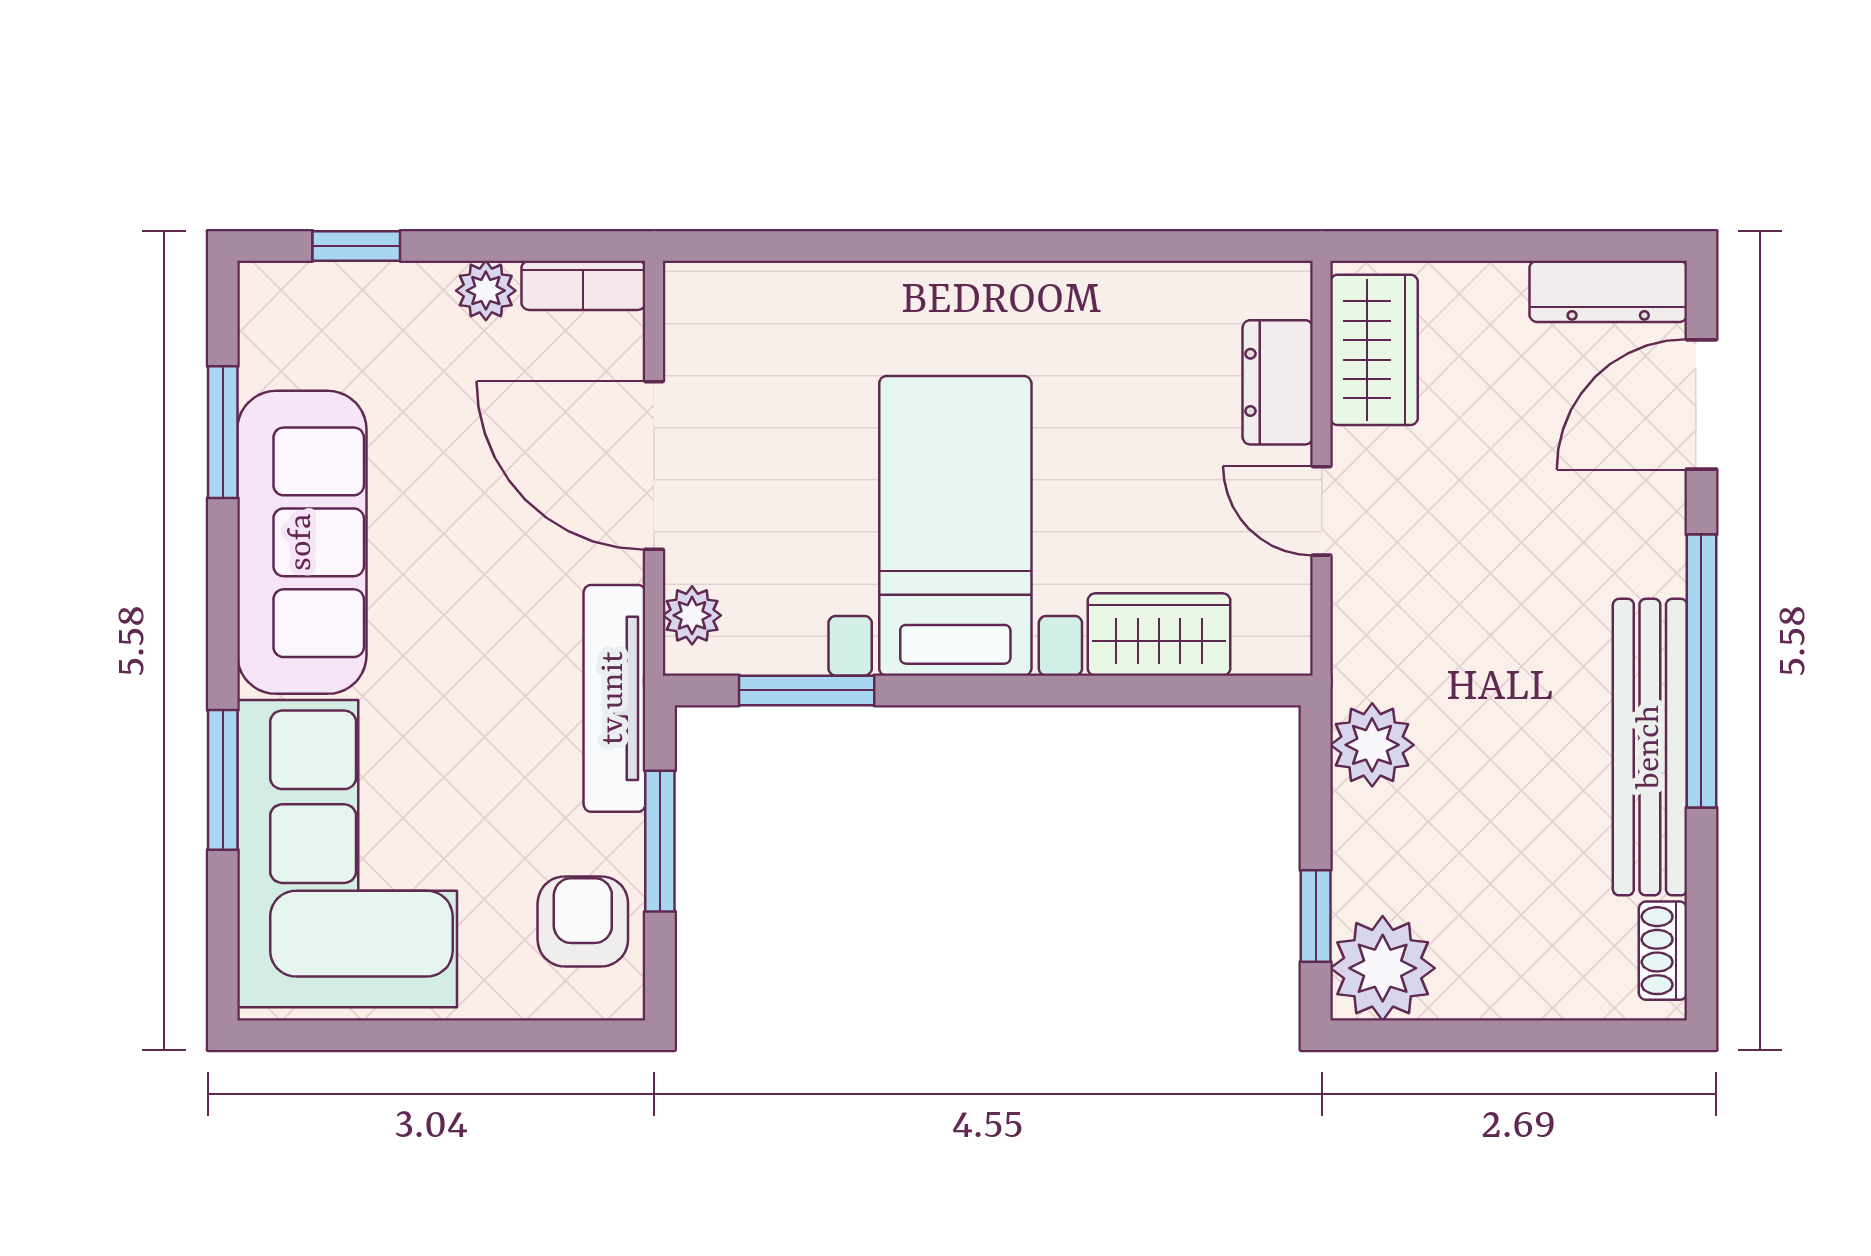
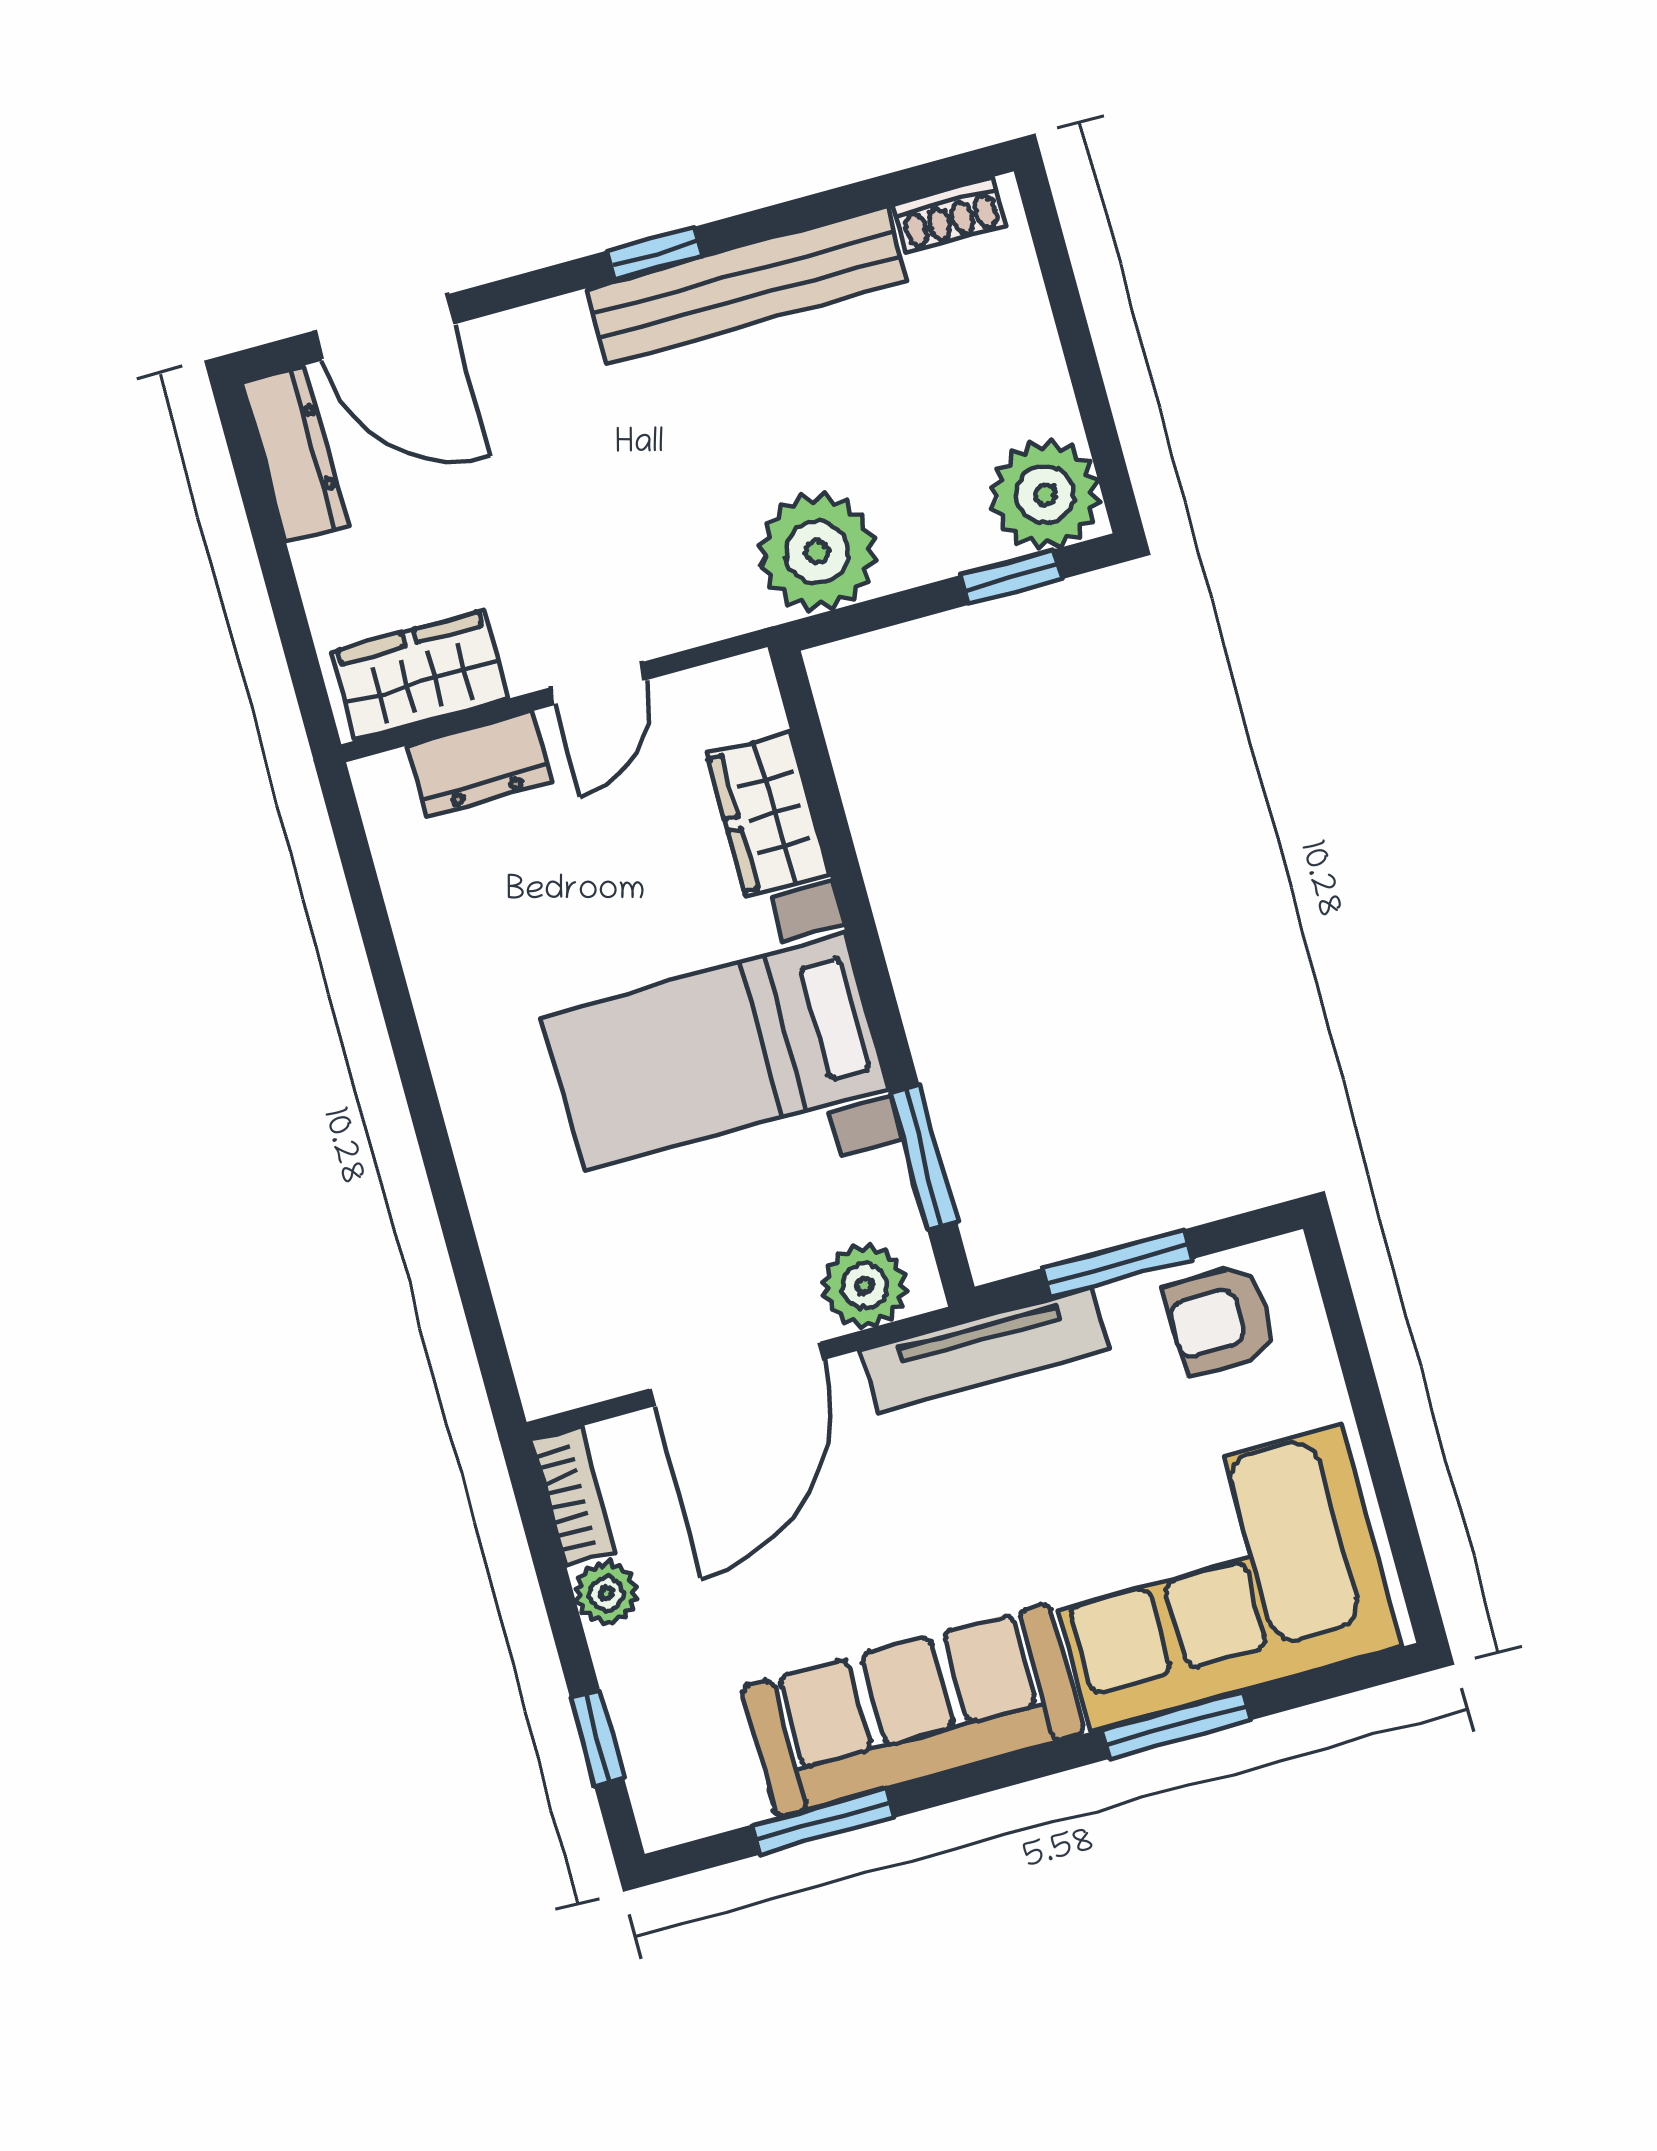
plant: (692, 615) -> (865, 1286), width x1.38, depth x1.38
window: (1701, 671) -> (655, 253), width x0.32
plant: (1372, 745) -> (817, 552), width x1.36, depth x1.36

